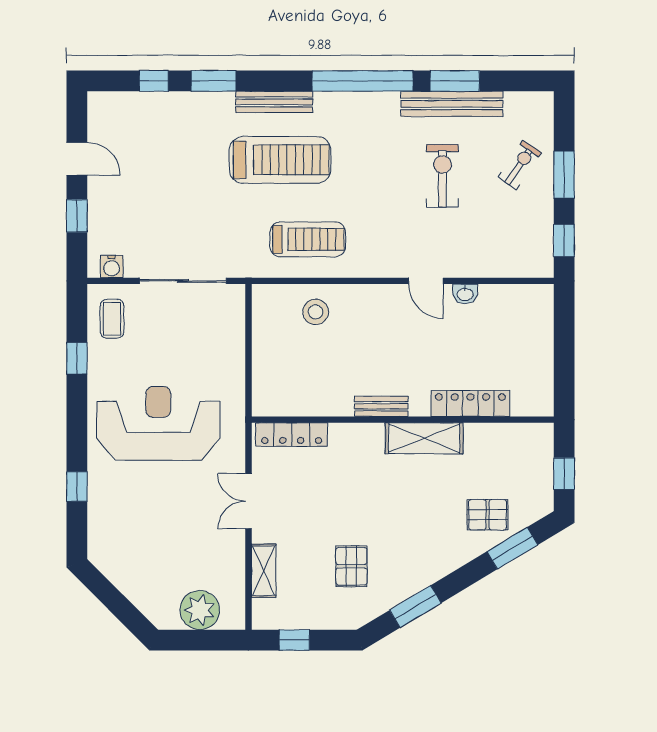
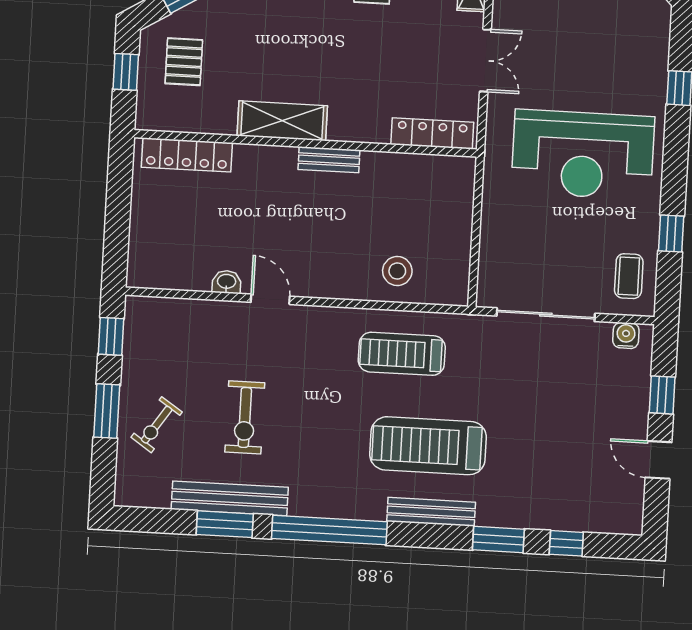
locker: (470, 404) -> (187, 155), moved
pallet: (488, 515) -> (184, 62), moved, turned 90

